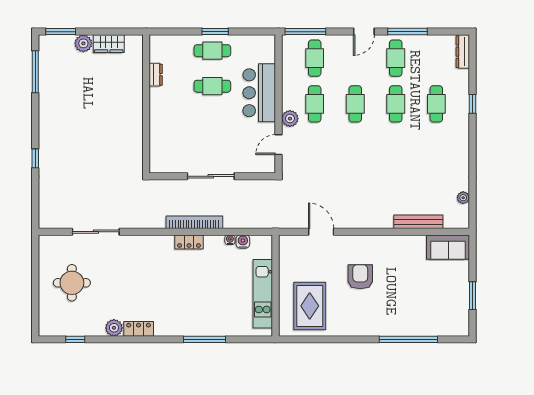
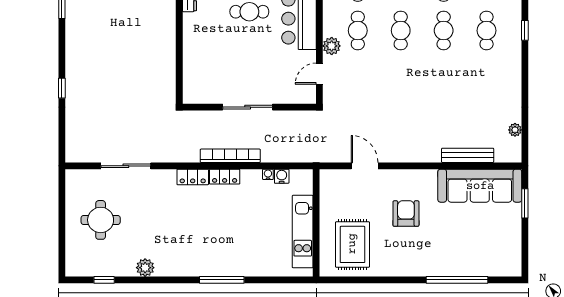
sofa: (448, 247) -> (480, 186), width x1.85, depth x1.27
window: (472, 296) -> (525, 203), moved
locker: (139, 329) -> (193, 177), moved, turned 180
window: (204, 339) -> (222, 280), moved

